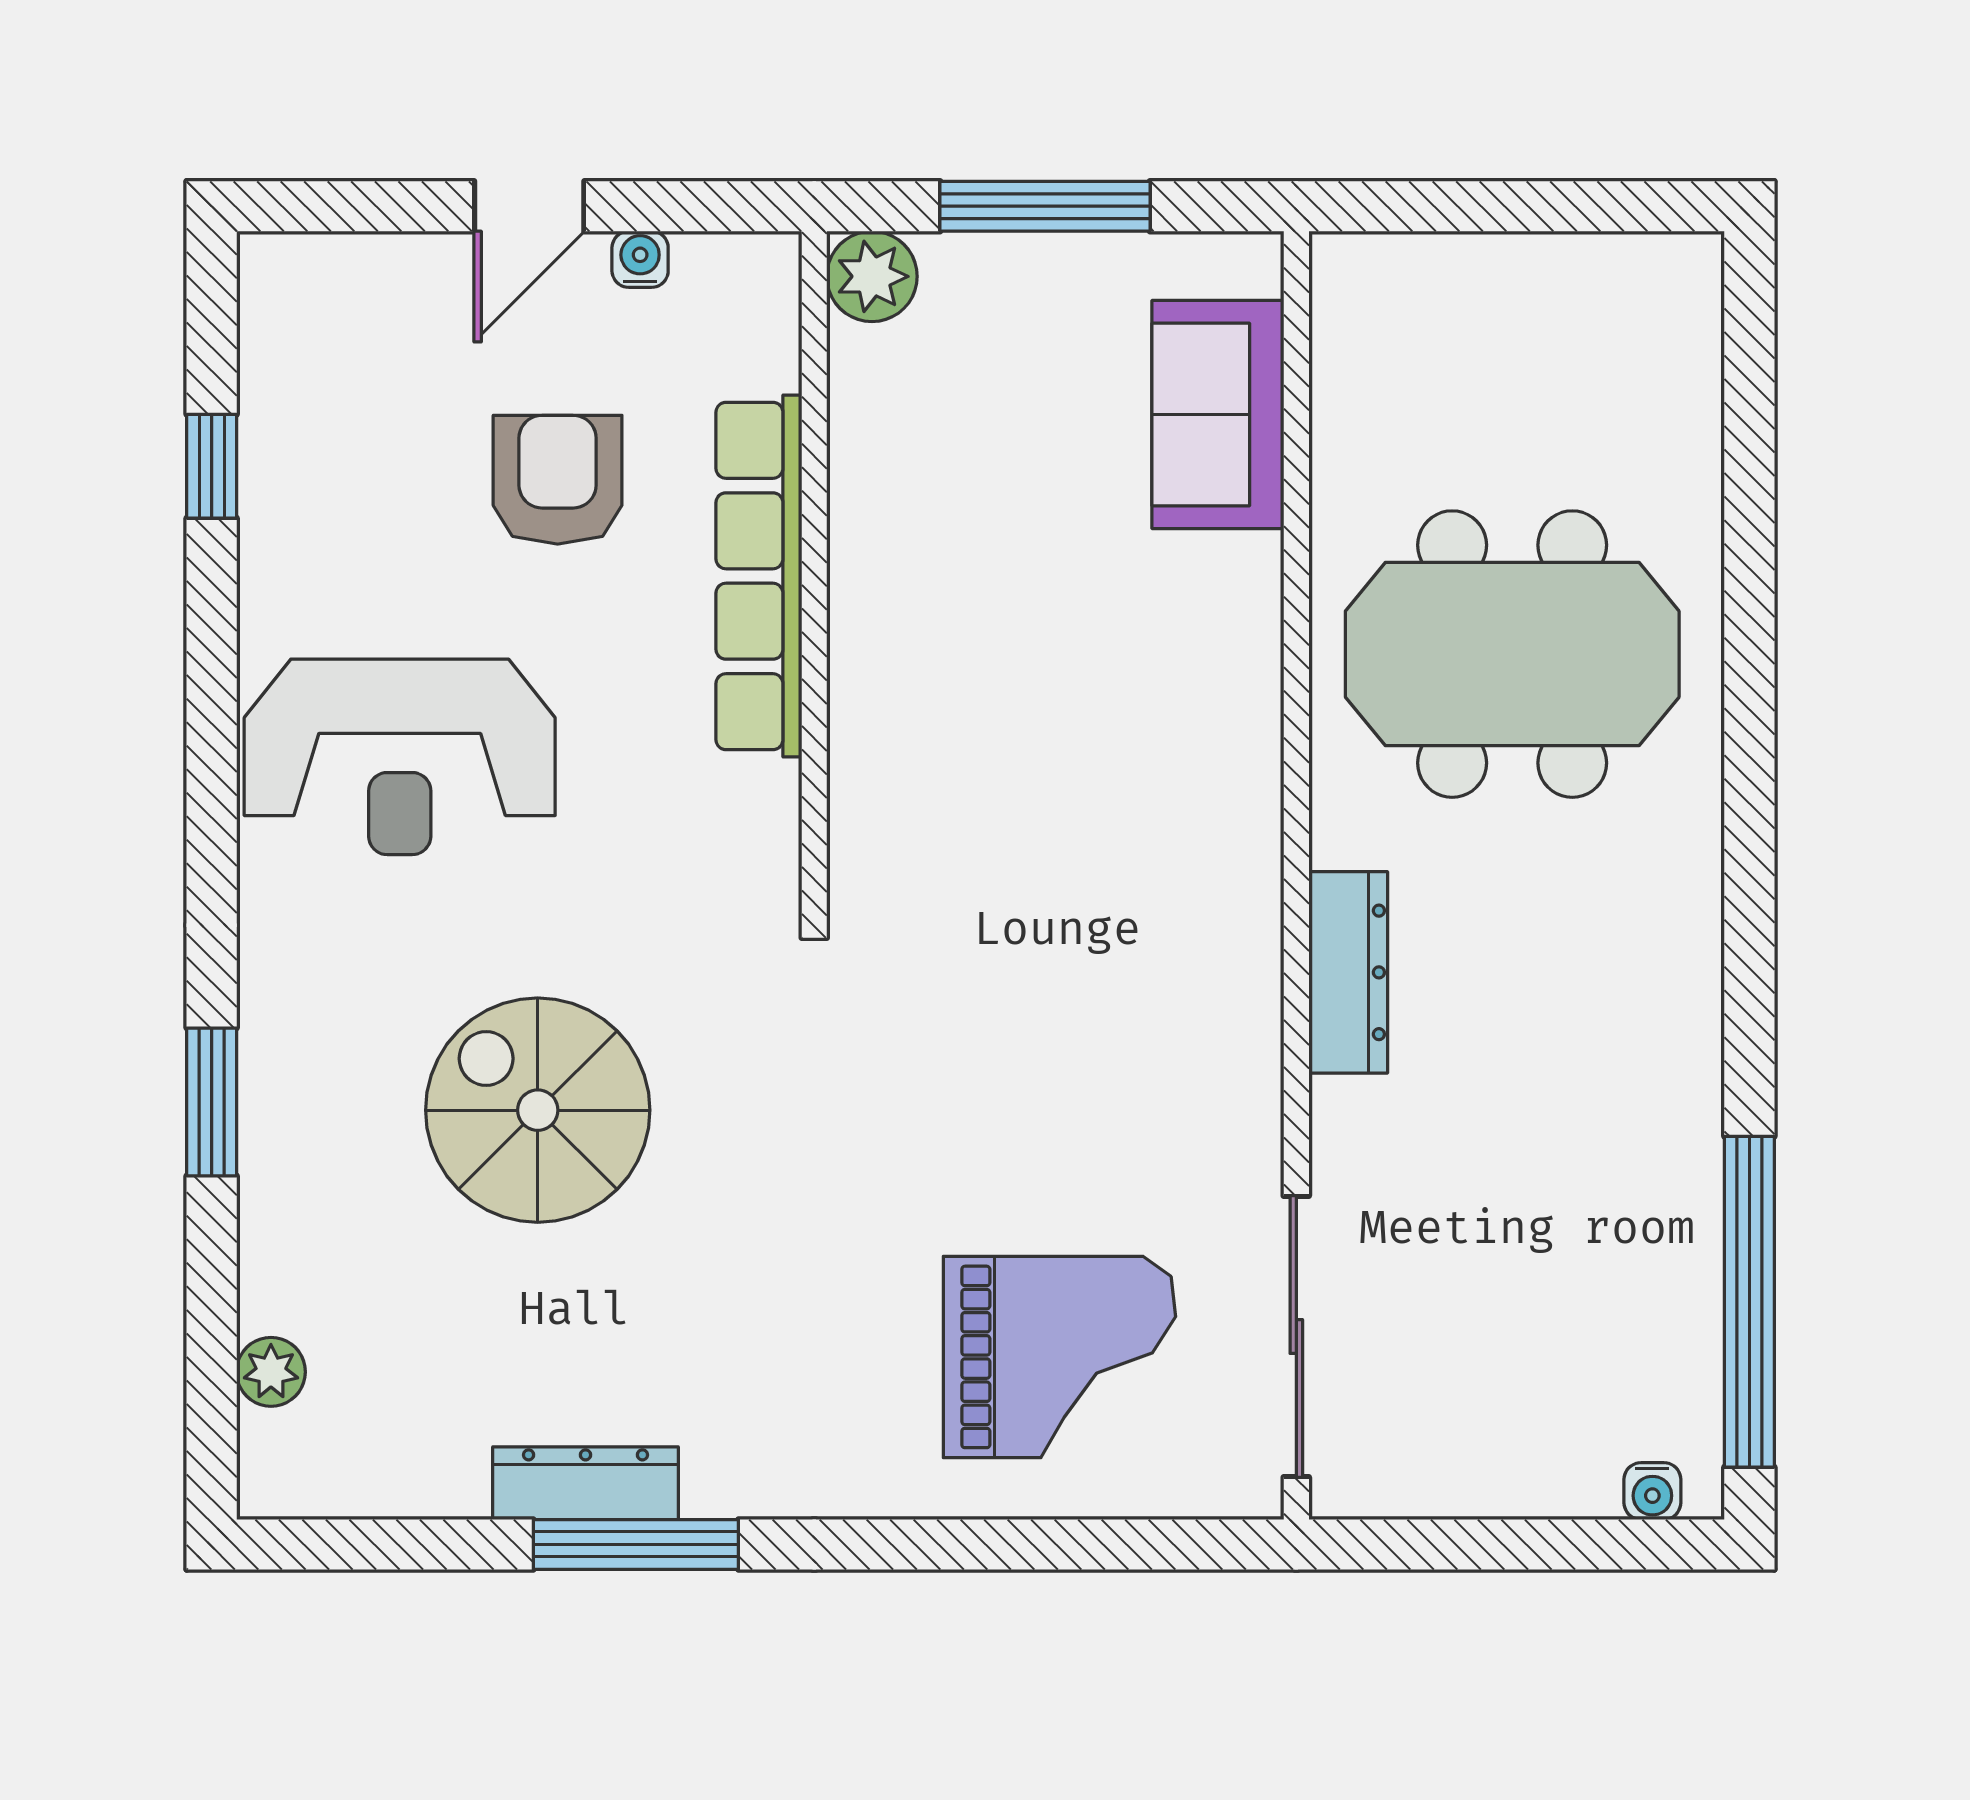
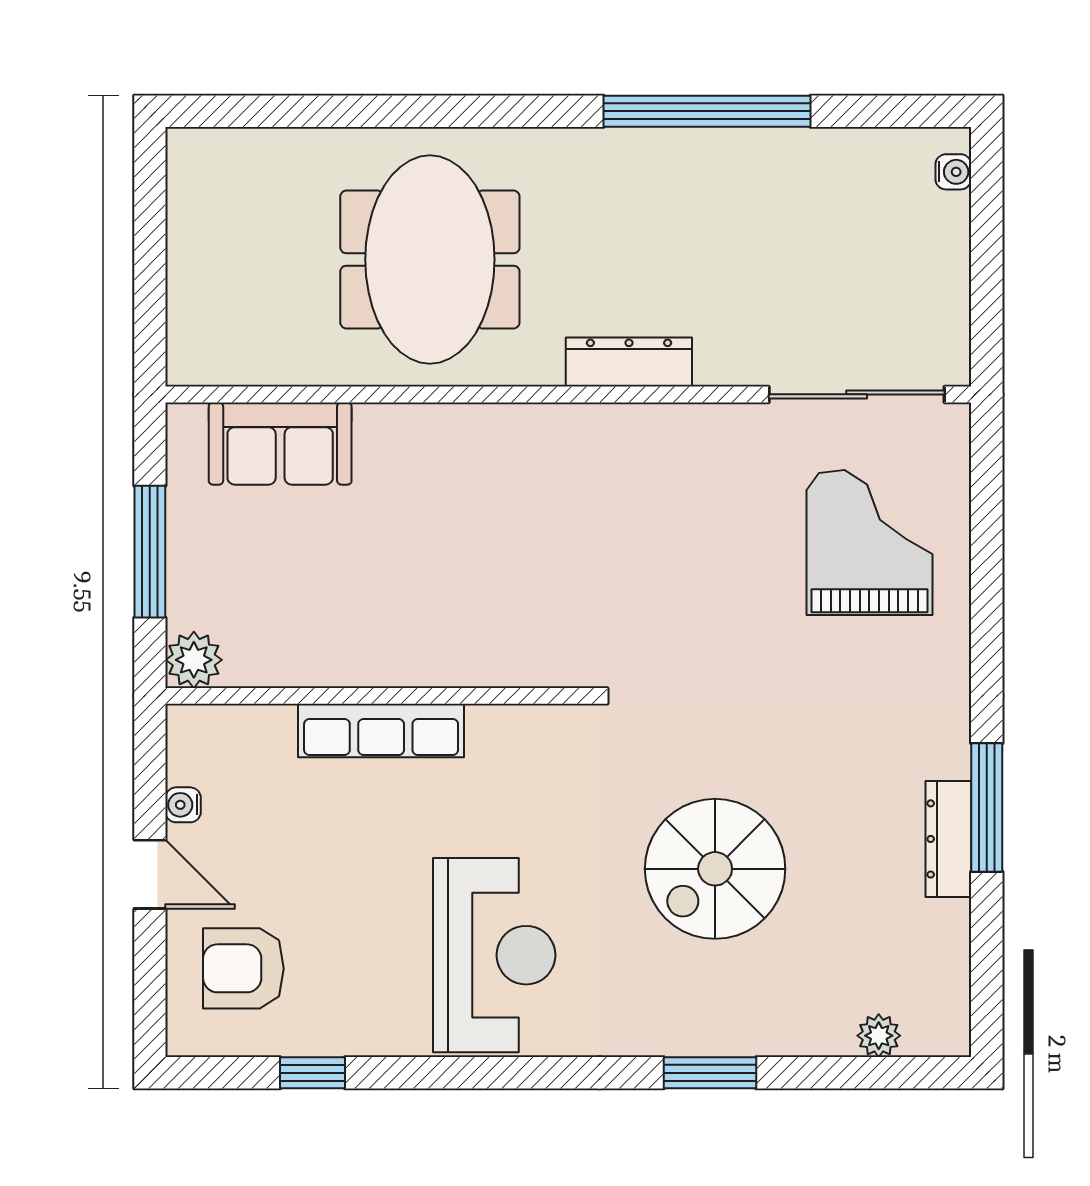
armchair: (558, 480) -> (243, 968), moved
row of seats: (759, 576) -> (381, 731), width x0.73
window: (1749, 1302) -> (707, 111), moved

